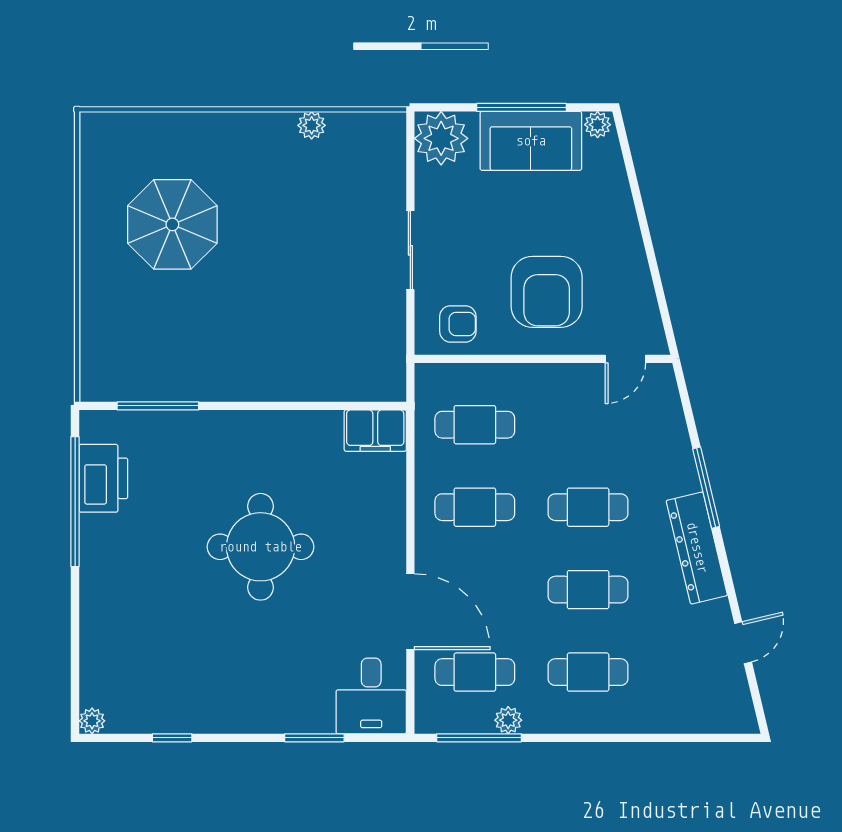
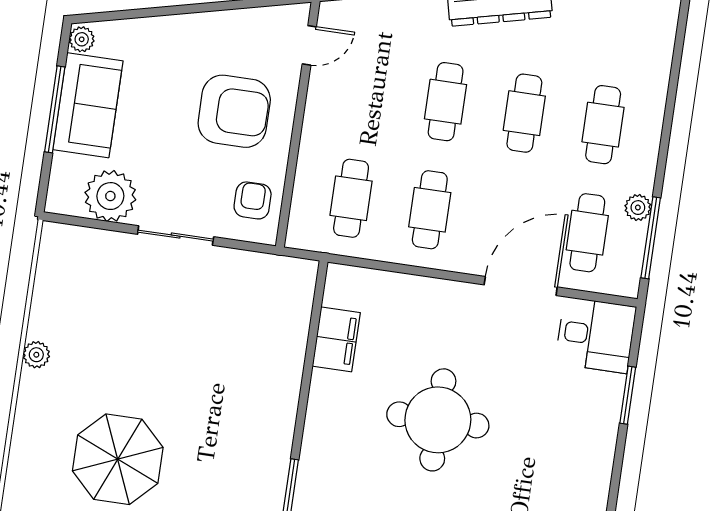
plant: (312, 125) -> (36, 355), moved
plant: (441, 138) -> (110, 196), moved
door: (625, 359) -> (309, 45), hinge flipped
filing cabinet: (375, 431) -> (336, 339), moved

